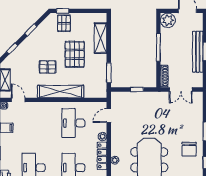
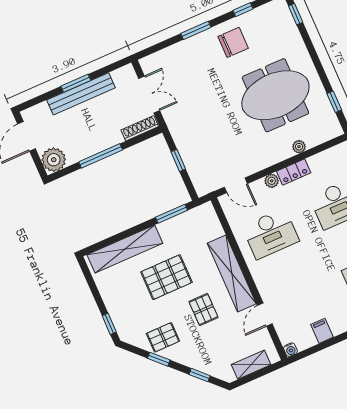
pallet: (64, 23) -> (163, 337), moved
shelving: (101, 38) -> (125, 249), width x1.47
door: (18, 100) -> (265, 315), moved
locker: (102, 156) -> (294, 172), width x0.66

